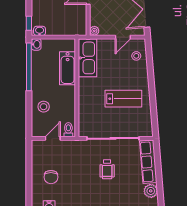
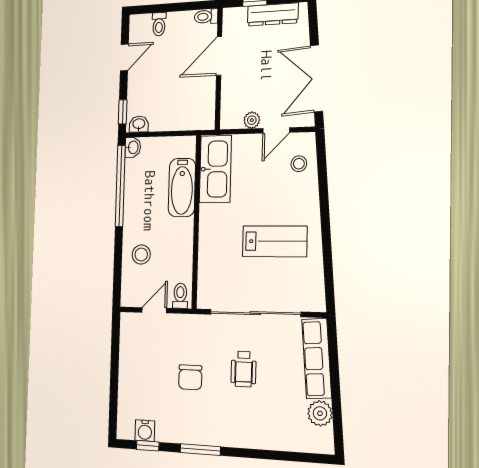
plant: (94, 31) -> (252, 120), moved
chair: (51, 177) -> (190, 377), moved

